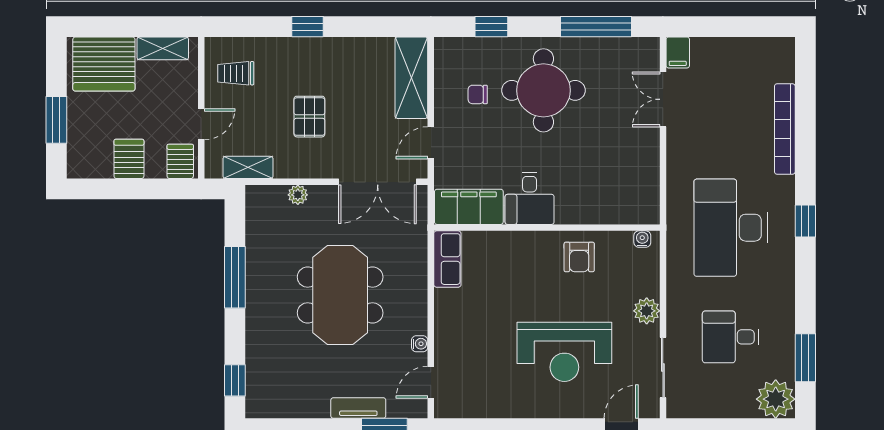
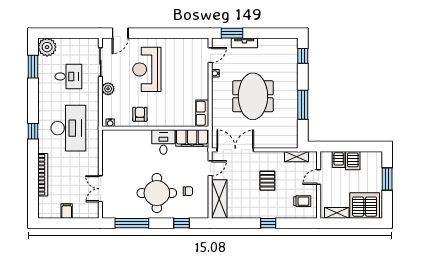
filing cabinet: (678, 52) -> (67, 211), moved
double door: (663, 99) -> (100, 189), swing flipped
server rack: (180, 161) -> (339, 159), moved
plant: (298, 195) -> (273, 144), removed
reception desk: (564, 352) -> (147, 69), turned -90

